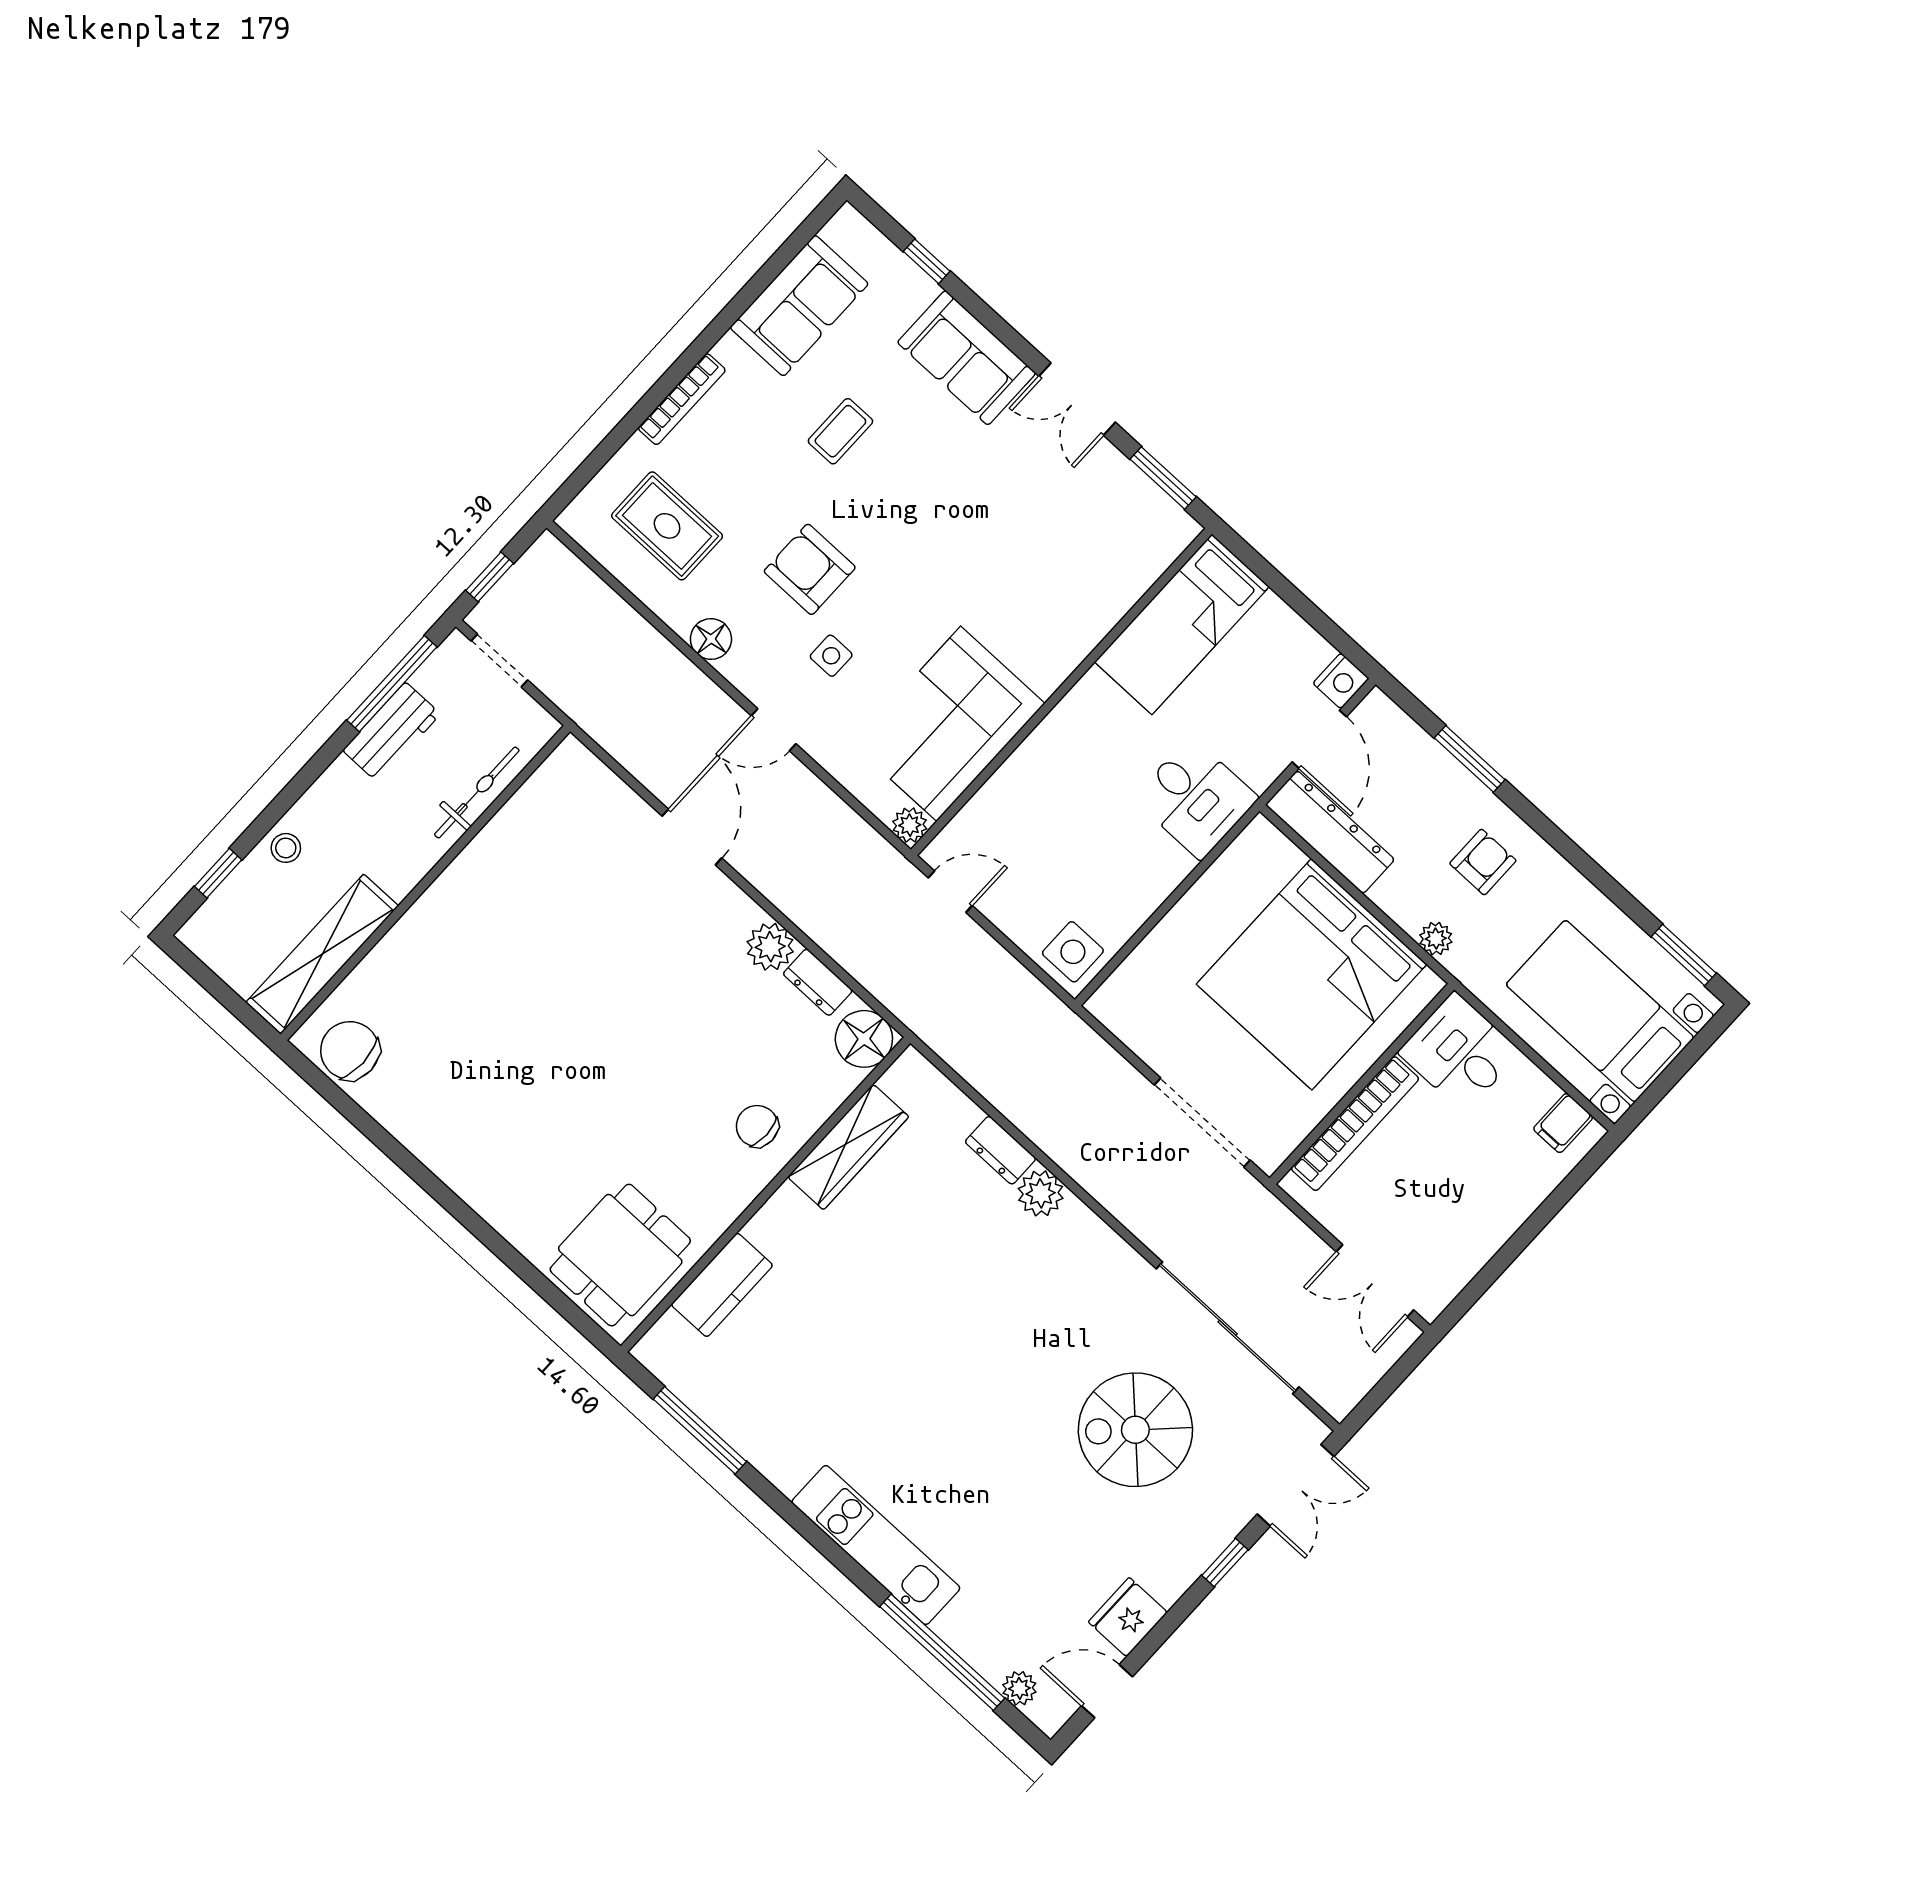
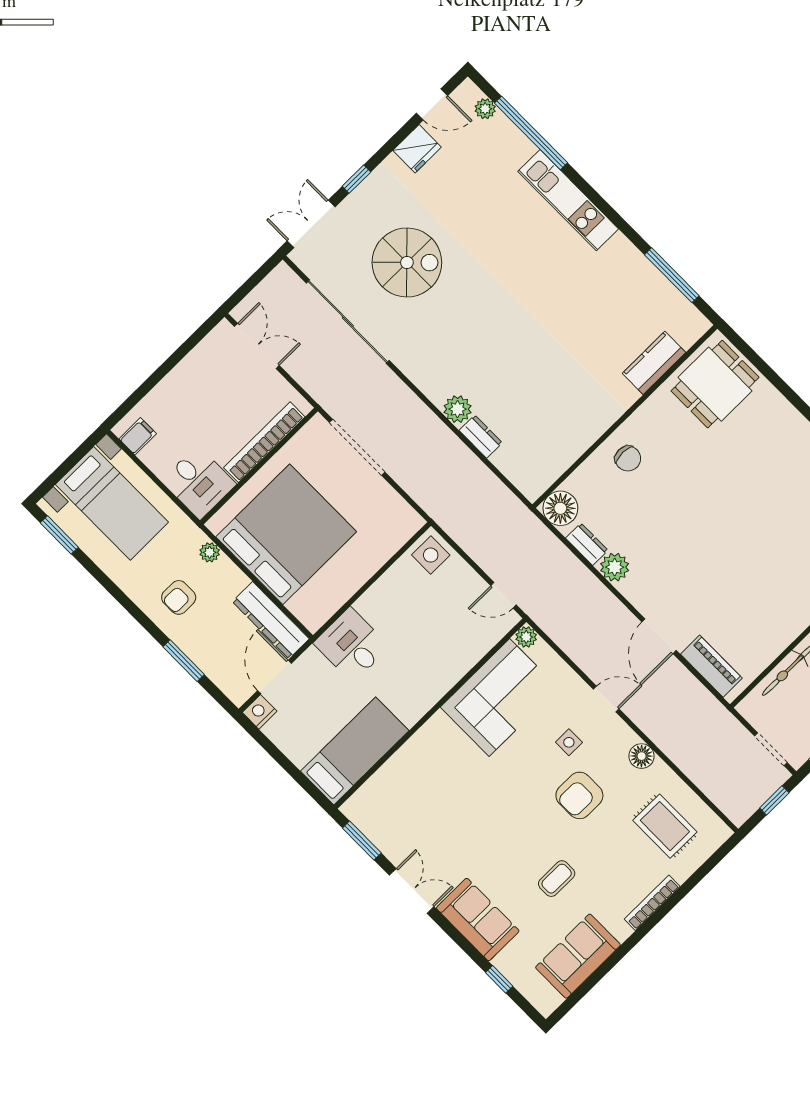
armchair: (810, 569) -> (579, 795), turned 90
piano: (604, 792) -> (711, 666), added
wardrobe: (848, 1147) -> (573, 443), removed

